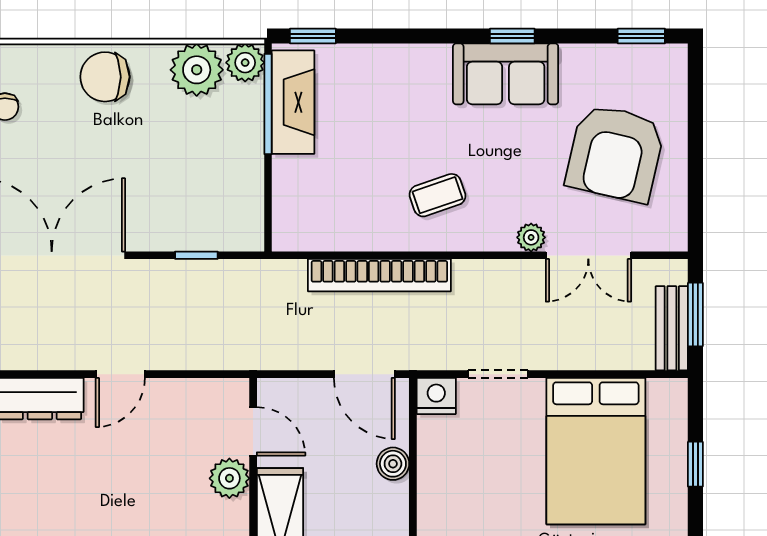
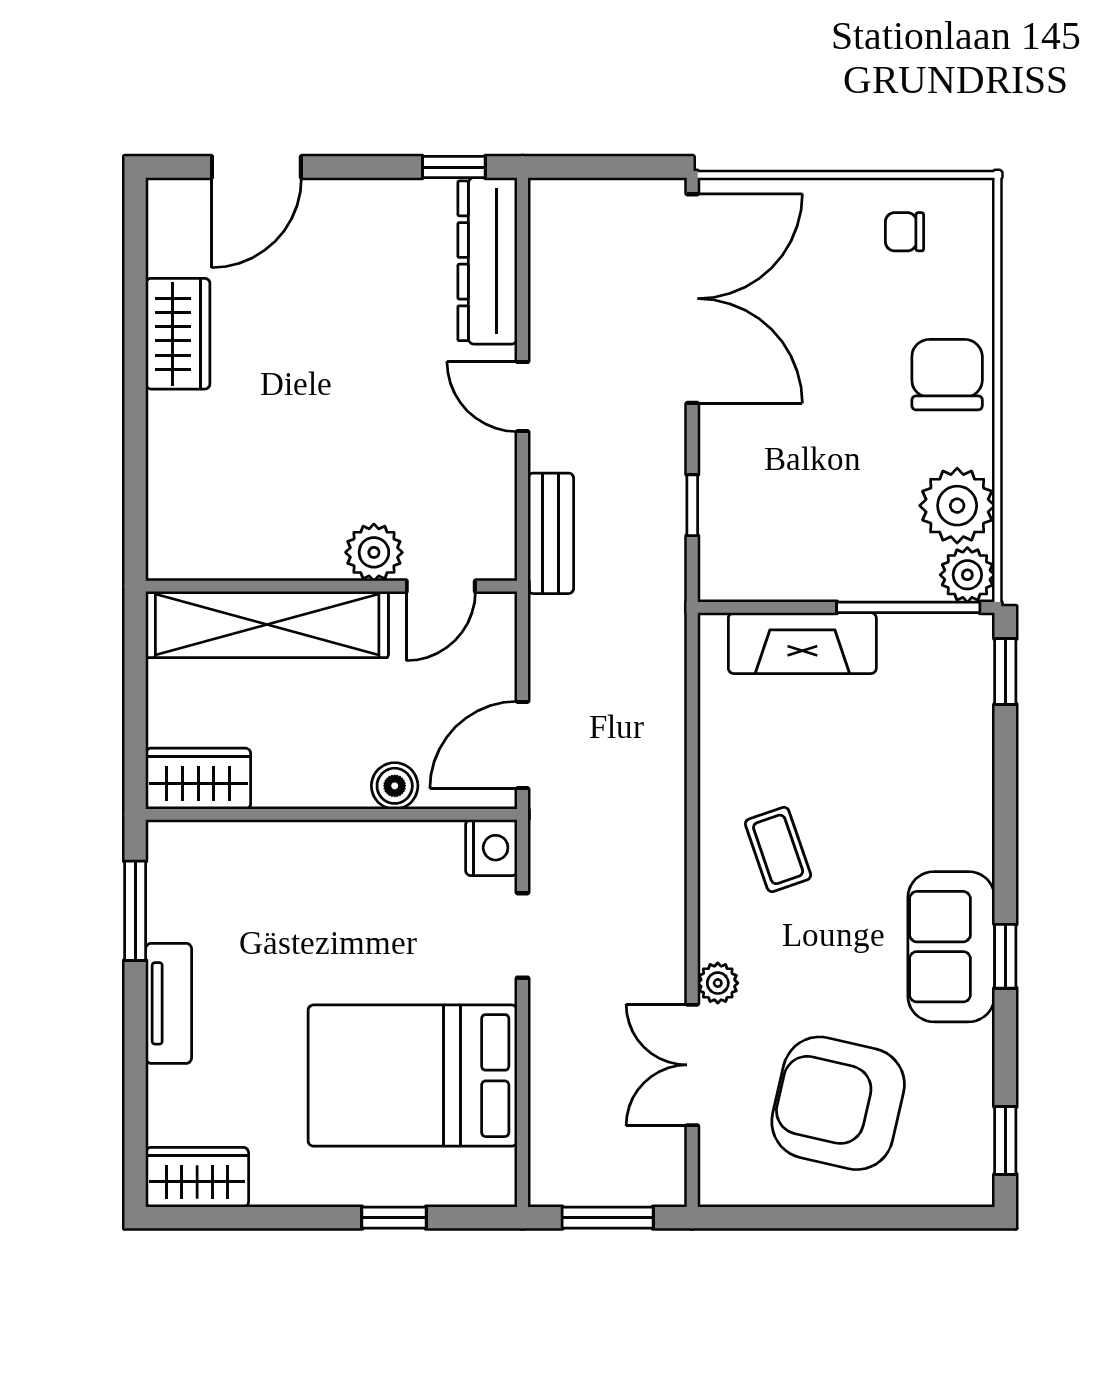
fireplace: (293, 102) -> (802, 643), moved
bookcase: (379, 275) -> (664, 766), removed
bench: (672, 328) -> (551, 533), moved, turned 90

